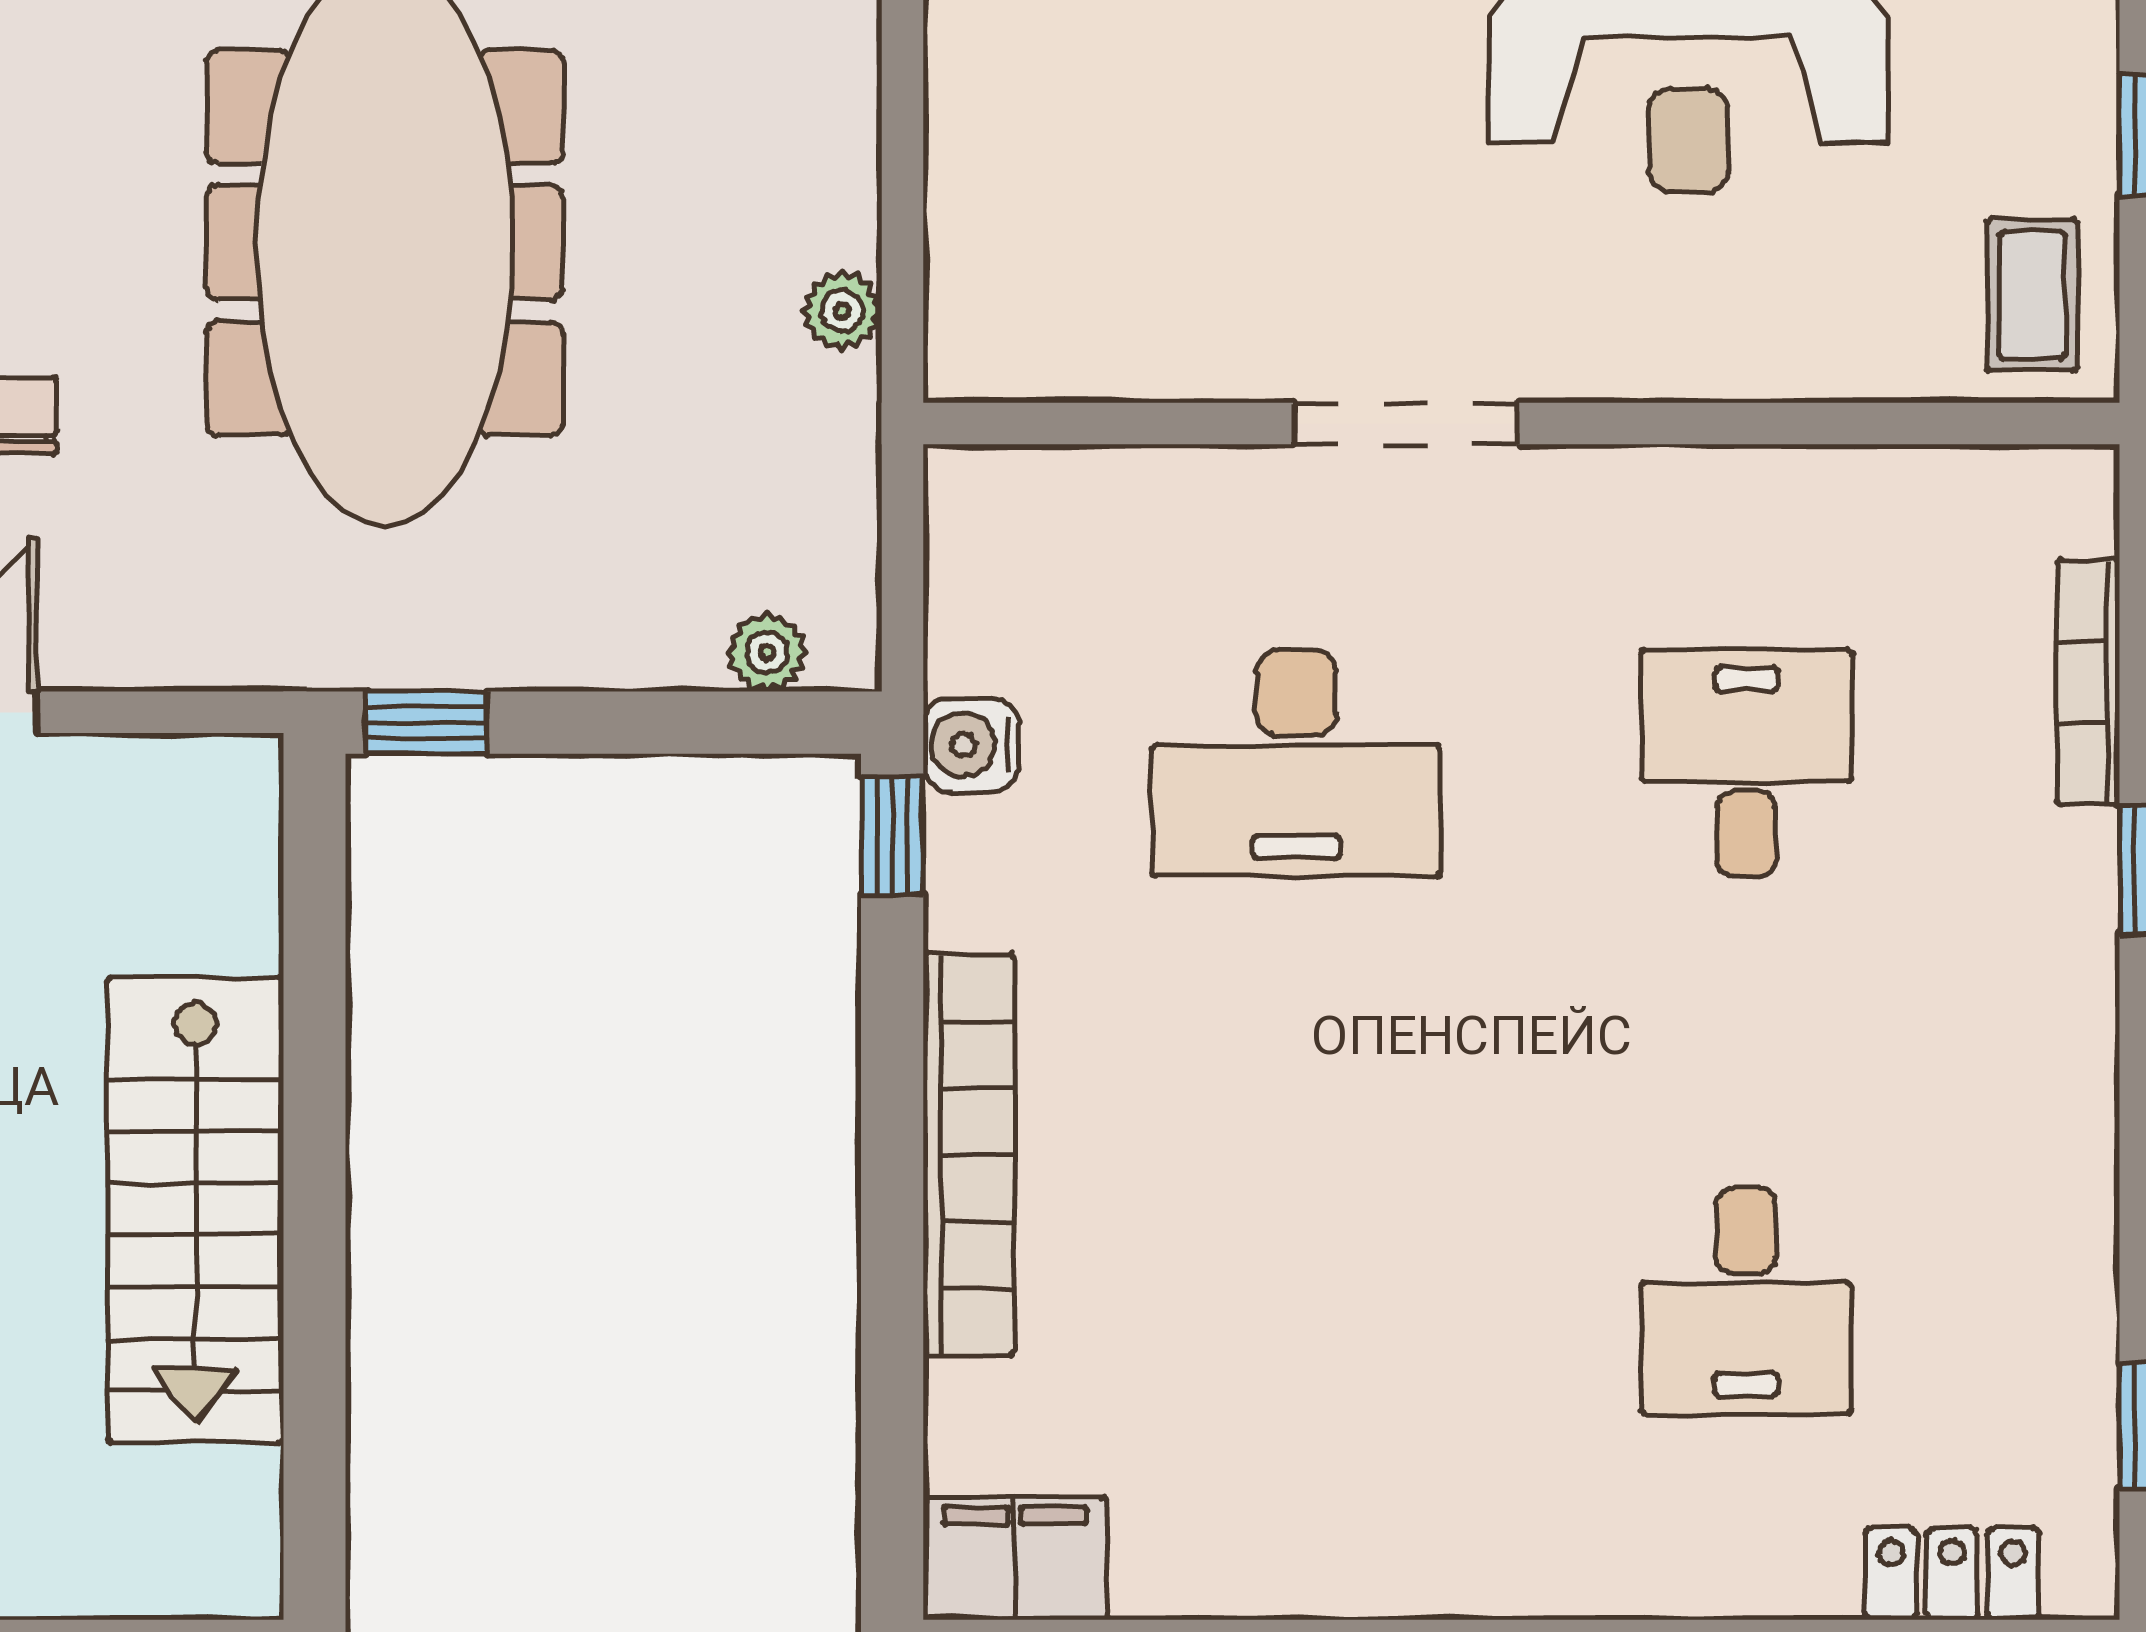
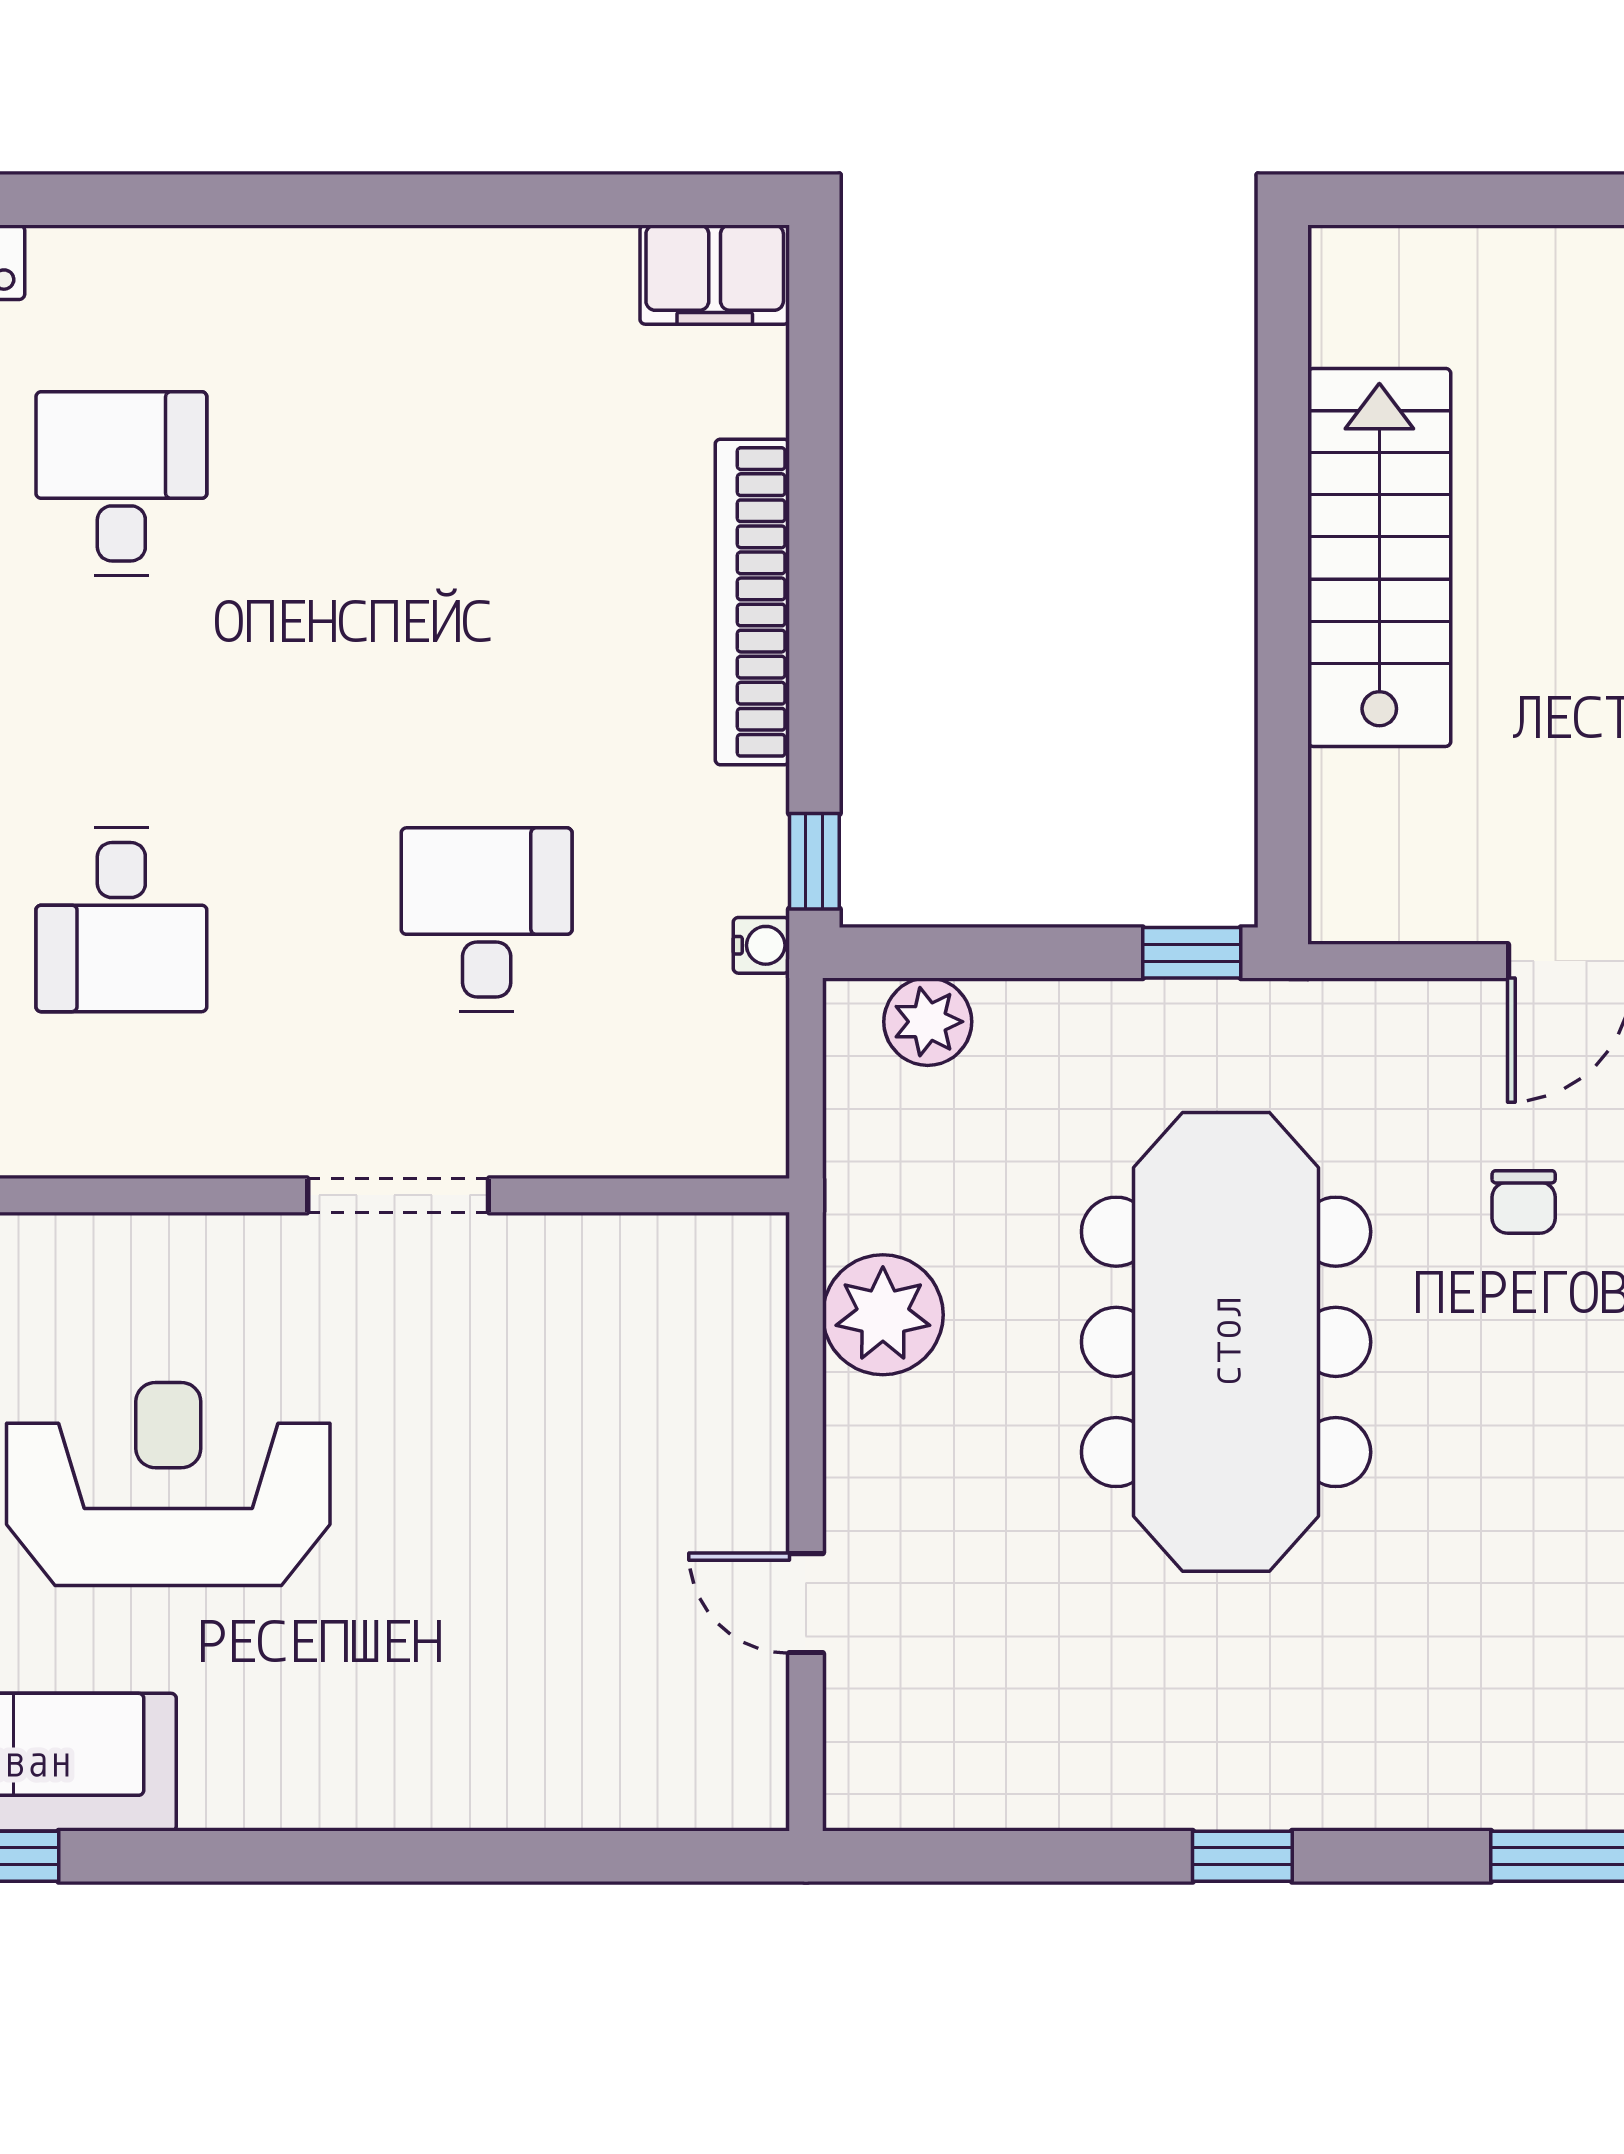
plant: (842, 311) -> (883, 1315), width x1.88, depth x1.88
plant: (767, 652) -> (928, 1022), width x1.38, depth x1.38
water cooler: (971, 745) -> (761, 945), width x0.72, depth x0.72
desk: (1296, 763) -> (487, 920), width x0.73

